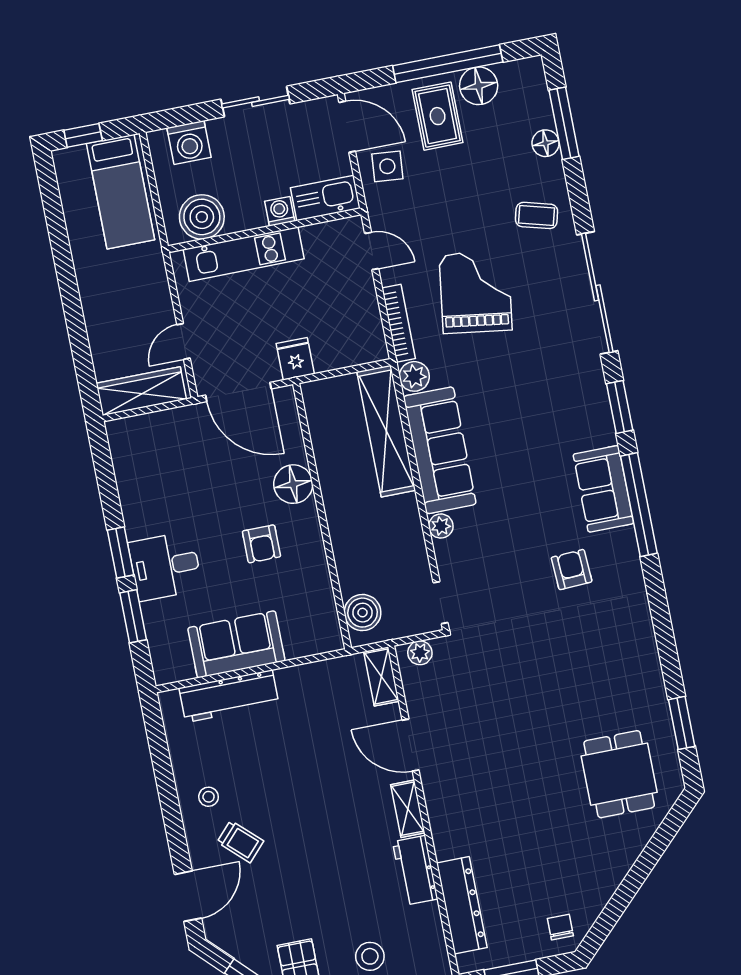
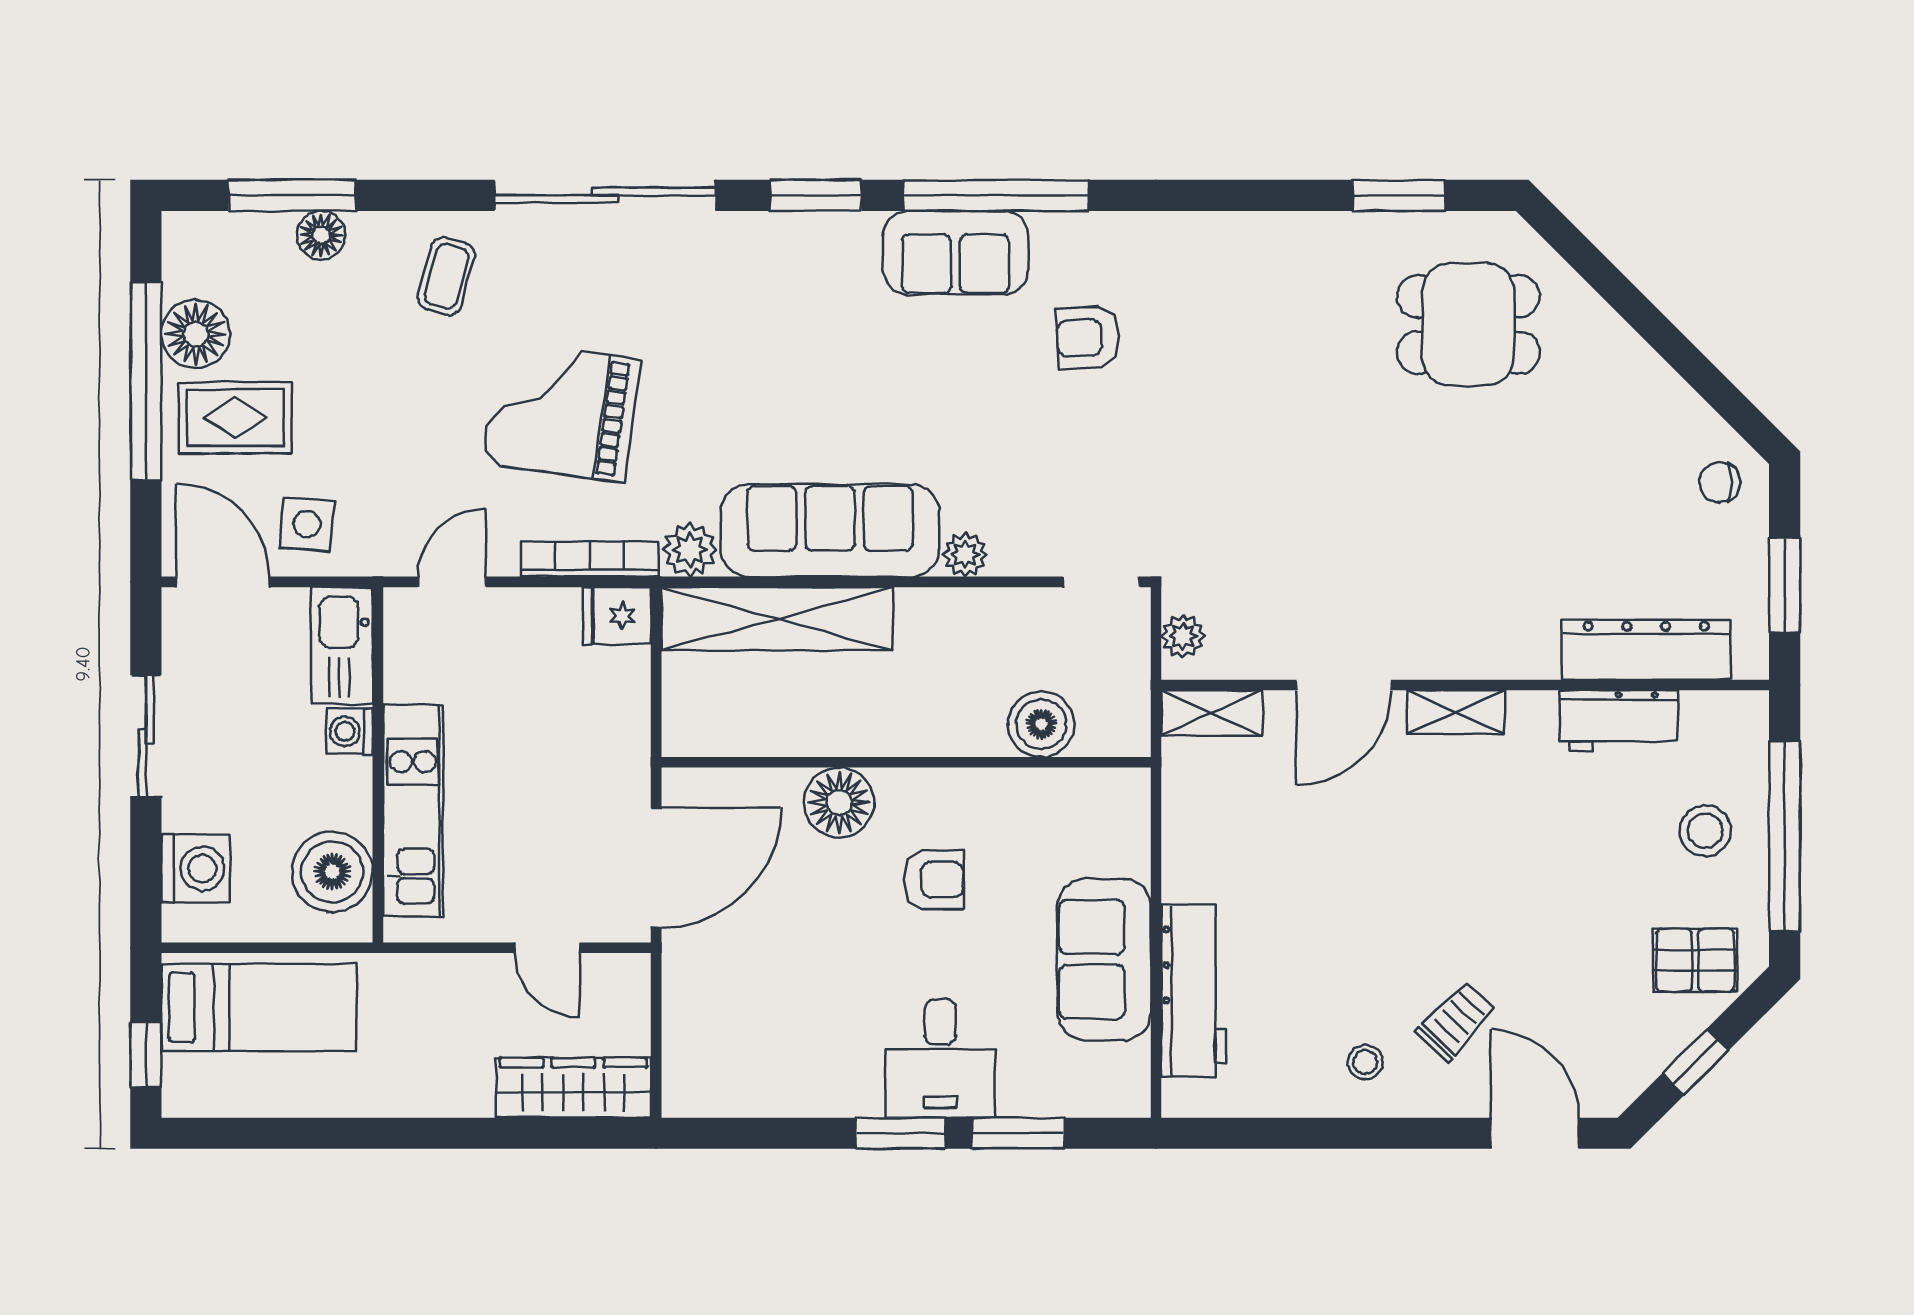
door: (347, 127) -> (223, 582), hinge flipped
fridge: (295, 359) -> (617, 616), moved
wardrobe: (141, 391) -> (573, 1088), moved, turned 90
boiler: (363, 613) -> (1041, 724), moved
workbench: (415, 870) -> (1619, 721), moved

